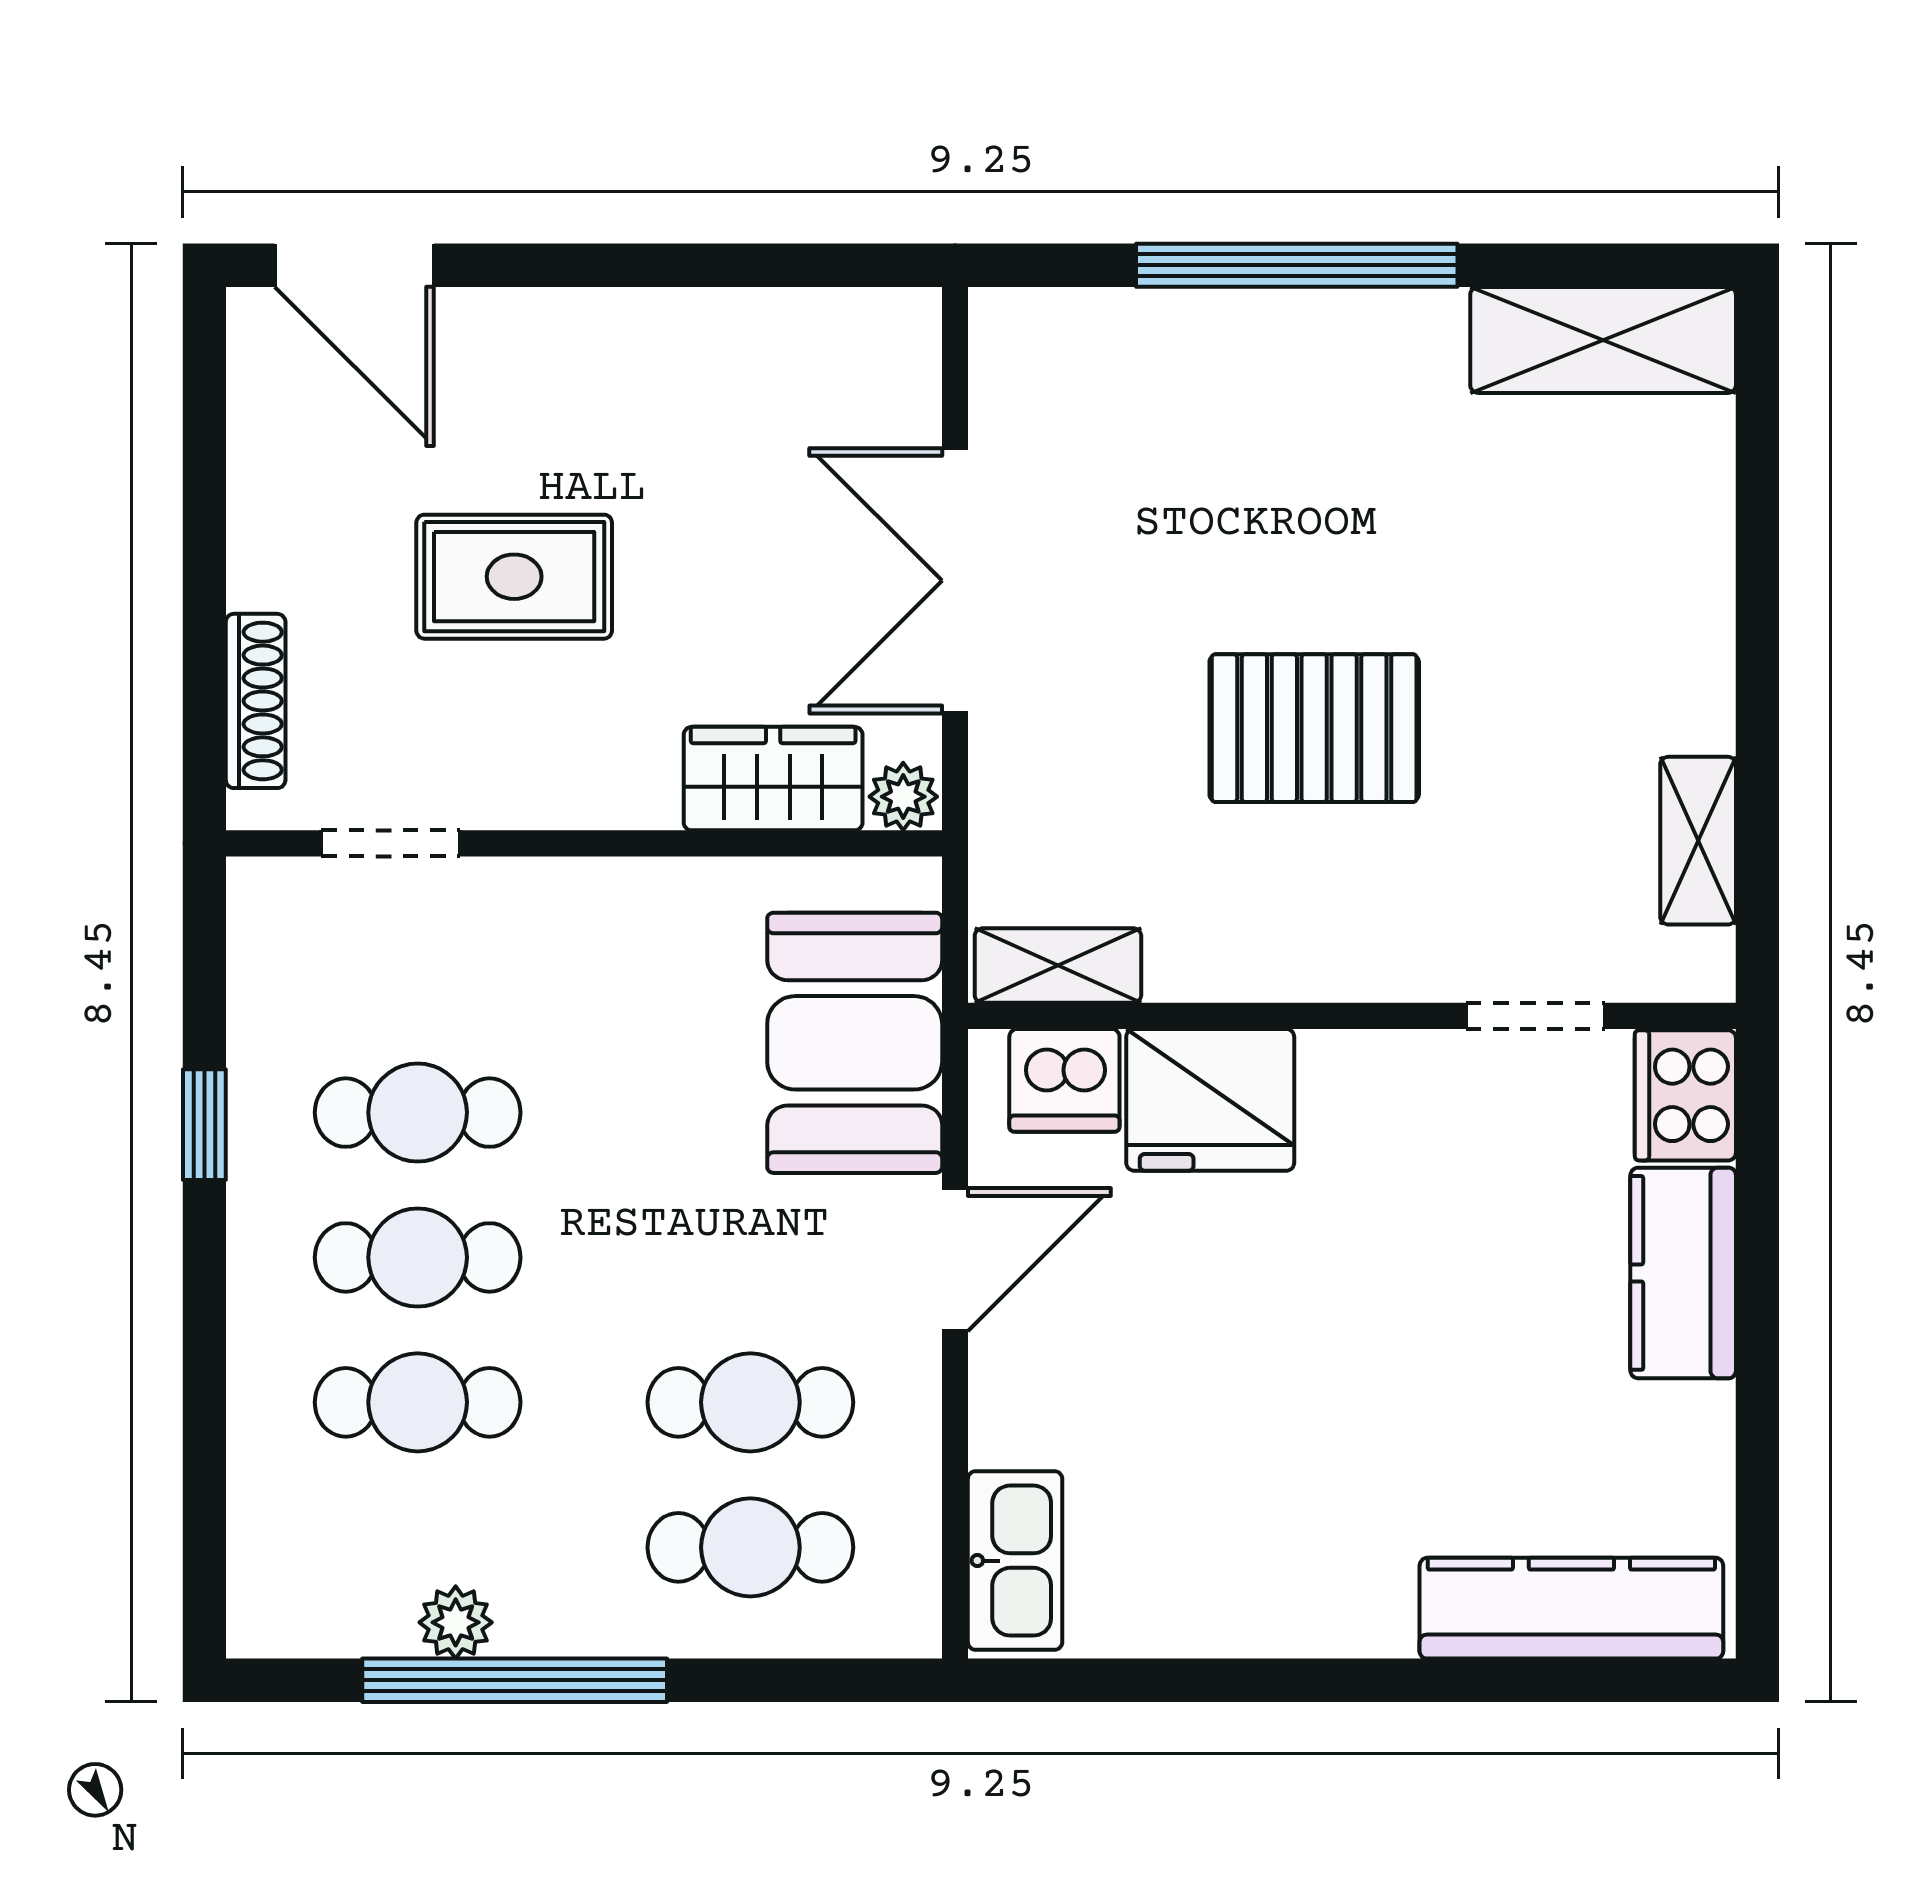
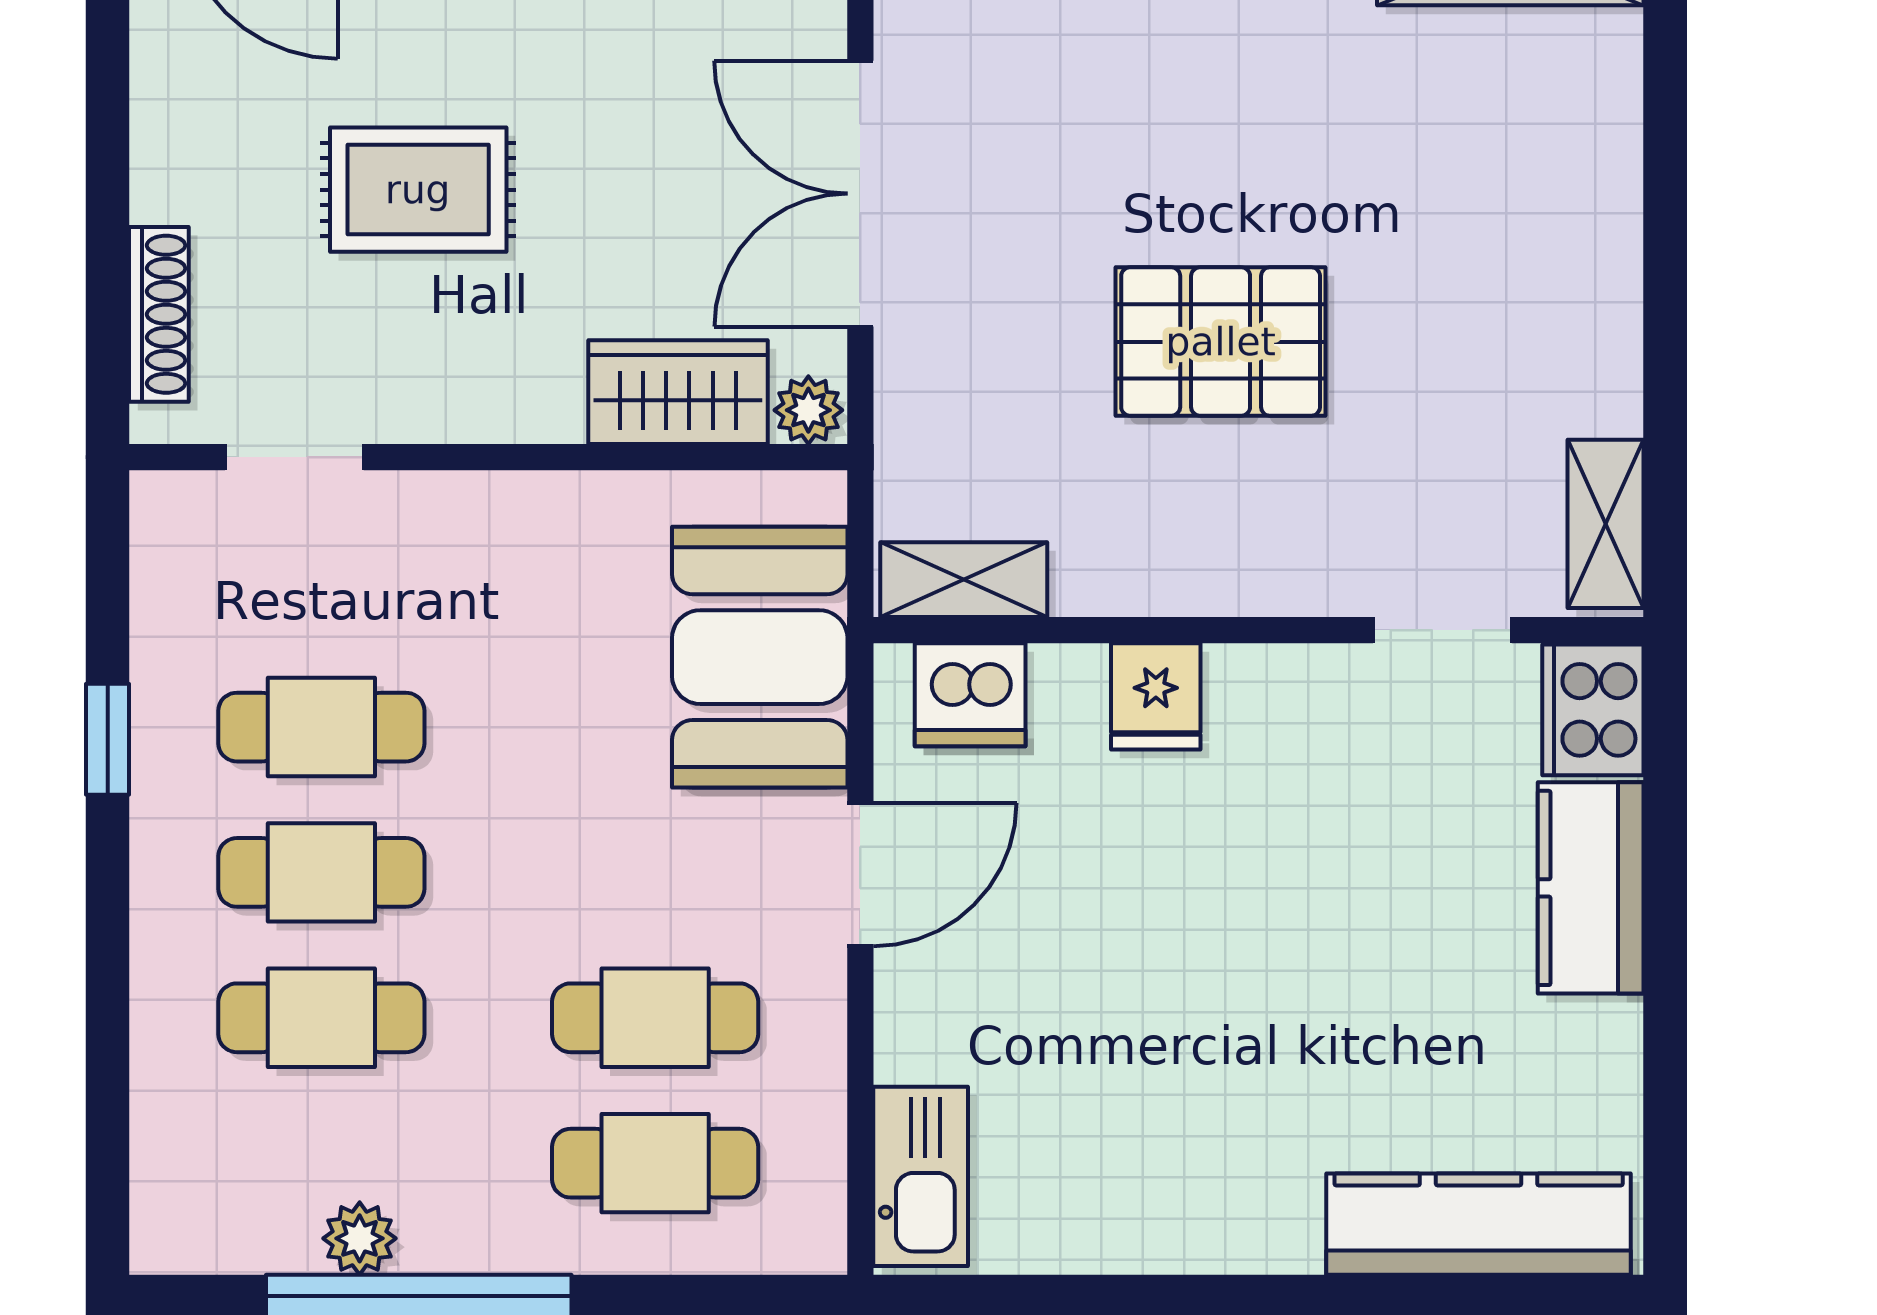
shelving: (1698, 841) -> (1606, 524), moved
fridge: (1210, 1100) -> (1156, 696), width x0.53, depth x0.75

